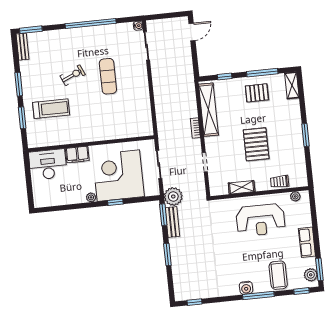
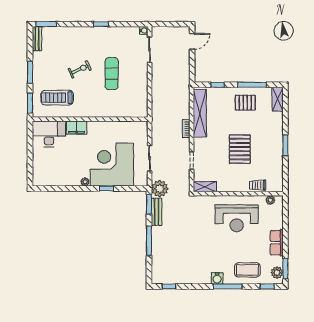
window: (91, 24) -> (101, 24), width x0.32
treadmill: (51, 109) -> (57, 98), turned 180
wall: (91, 144) -> (90, 119), moved
filing cabinet: (77, 154) -> (77, 128), moved
desk: (48, 164) -> (49, 134), moved
shelving: (242, 187) -> (205, 187), moved
window: (167, 255) -> (149, 241), width x1.44
coffee table: (278, 275) -> (247, 270), turned 90

